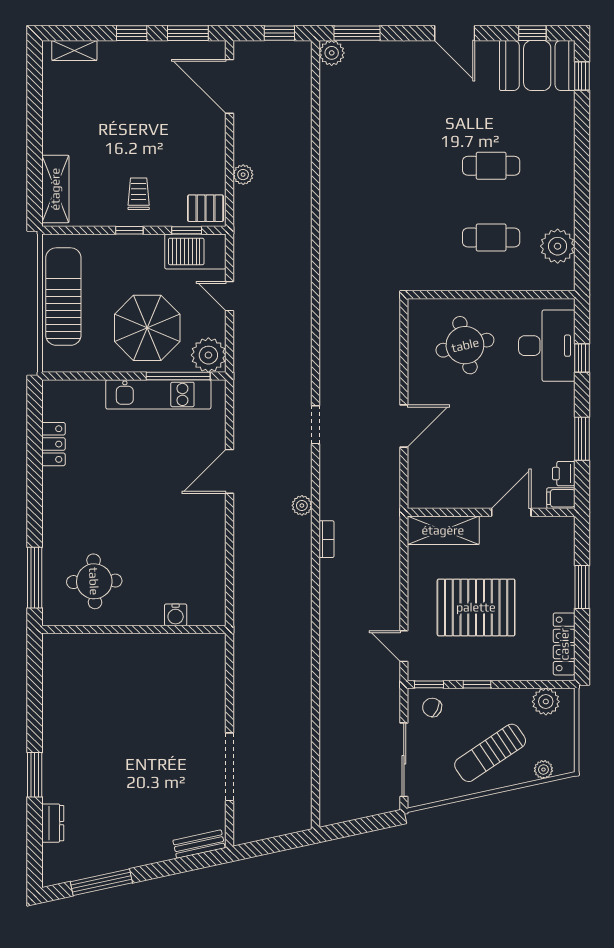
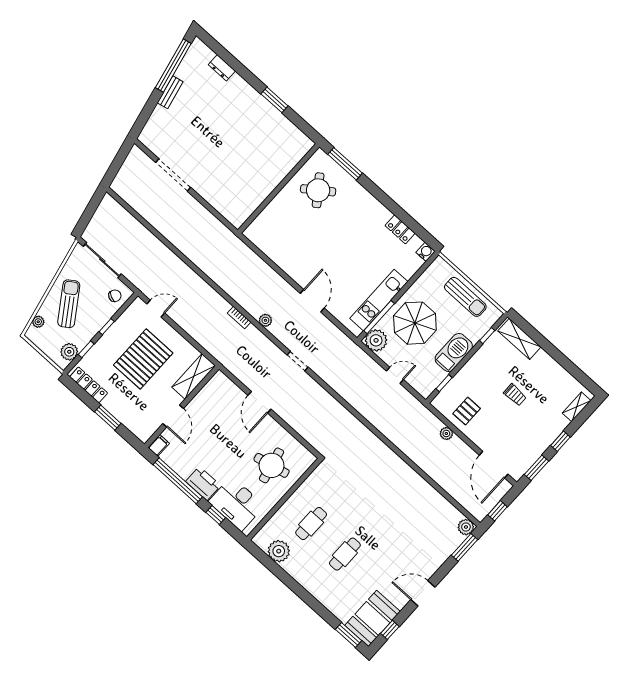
window: (582, 76) -> (349, 635), width x1.50
door: (229, 86) -> (494, 465), swing flipped
trolley: (139, 194) -> (515, 395), moved
pallet: (205, 208) -> (467, 411), moved
window: (129, 230) -> (487, 336), moved
barbecue: (195, 251) -> (454, 352), moved
sun lounger: (63, 297) -> (465, 297), width x0.73, depth x0.75
window: (582, 439) -> (178, 481), width x2.11
printer: (564, 474) -> (203, 483), moved, width x1.87, depth x1.48
round table: (94, 581) -> (318, 190), turned -34
water cooler: (176, 615) -> (426, 252), moved, turned 90
window: (429, 684) -> (86, 349), moved
window: (35, 775) -> (274, 100), moved
bench: (199, 844) -> (170, 92), moved
window: (101, 882) -> (173, 65), width x1.46

